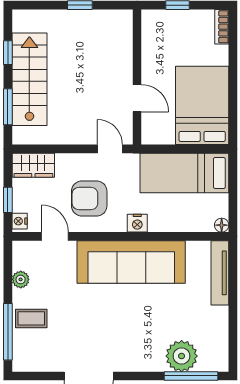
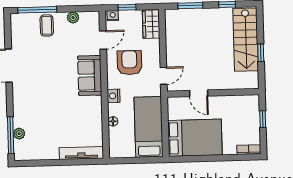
stairs: (29, 79) -> (246, 40), moved, turned 90
door: (137, 98) -> (199, 93), hinge flipped
floor lamp: (222, 225) -> (113, 121), moved
sofa: (131, 262) -> (90, 75), width x0.54, depth x0.79
plant: (182, 356) -> (19, 134), width x0.53, depth x0.53

